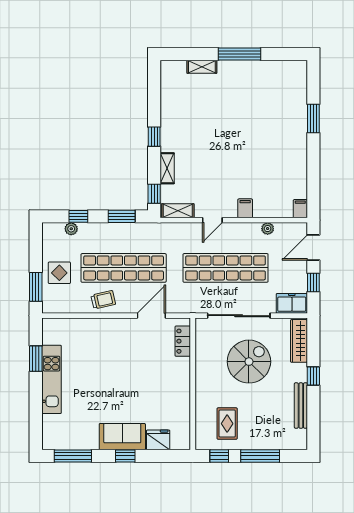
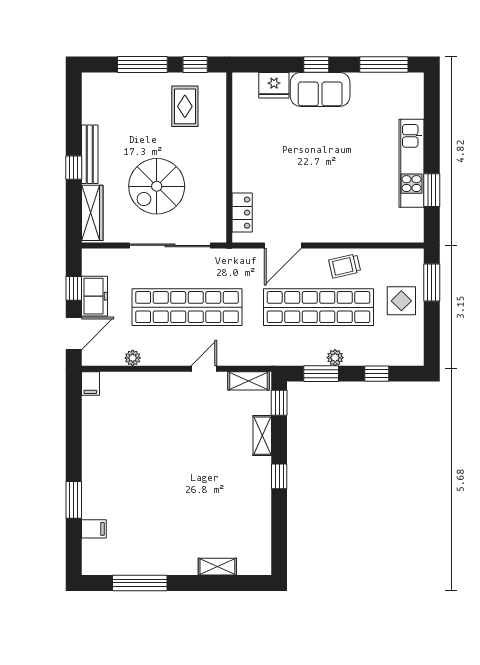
window: (239, 54) -> (140, 583), moved
filing cabinet: (245, 208) -> (94, 529), moved, turned -90
plant: (71, 229) -> (335, 358), moved
freezer: (292, 303) -> (94, 296), moved, turned -90
bench: (301, 406) -> (90, 154), moved

